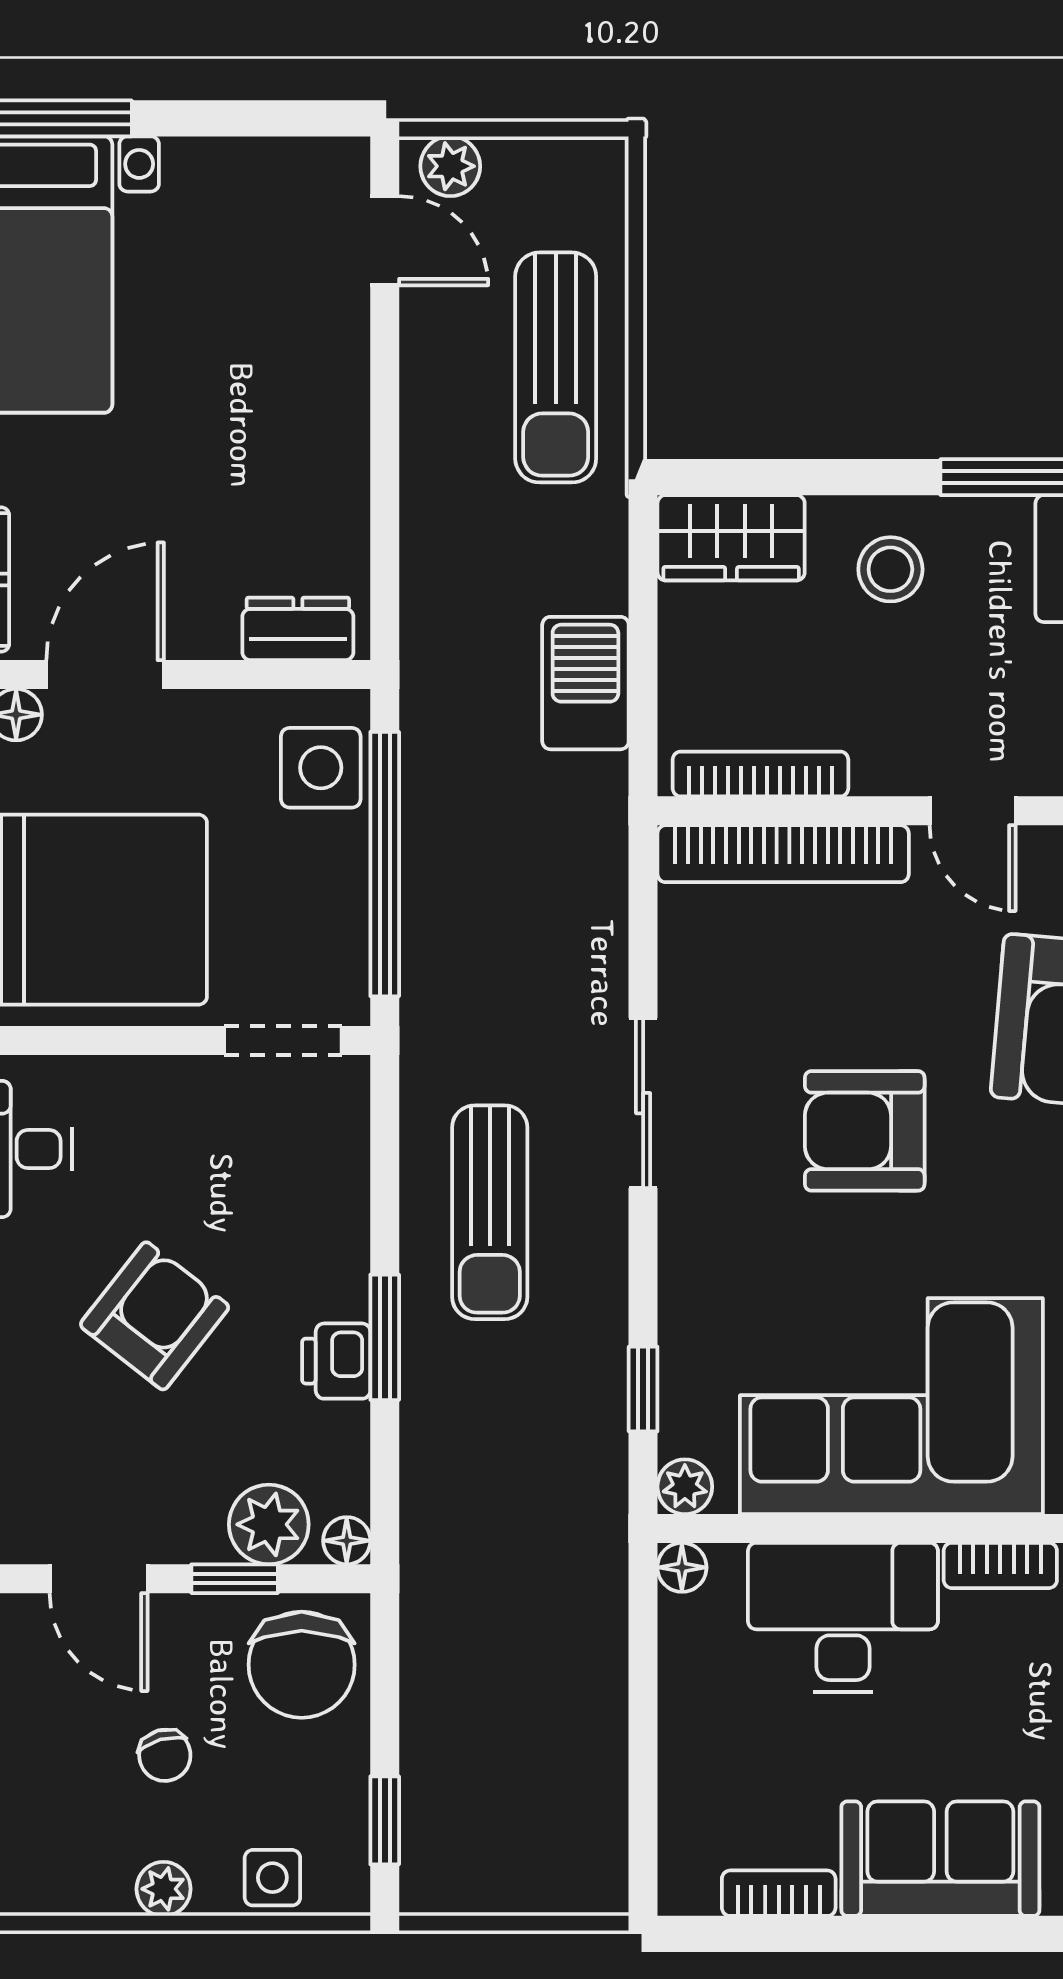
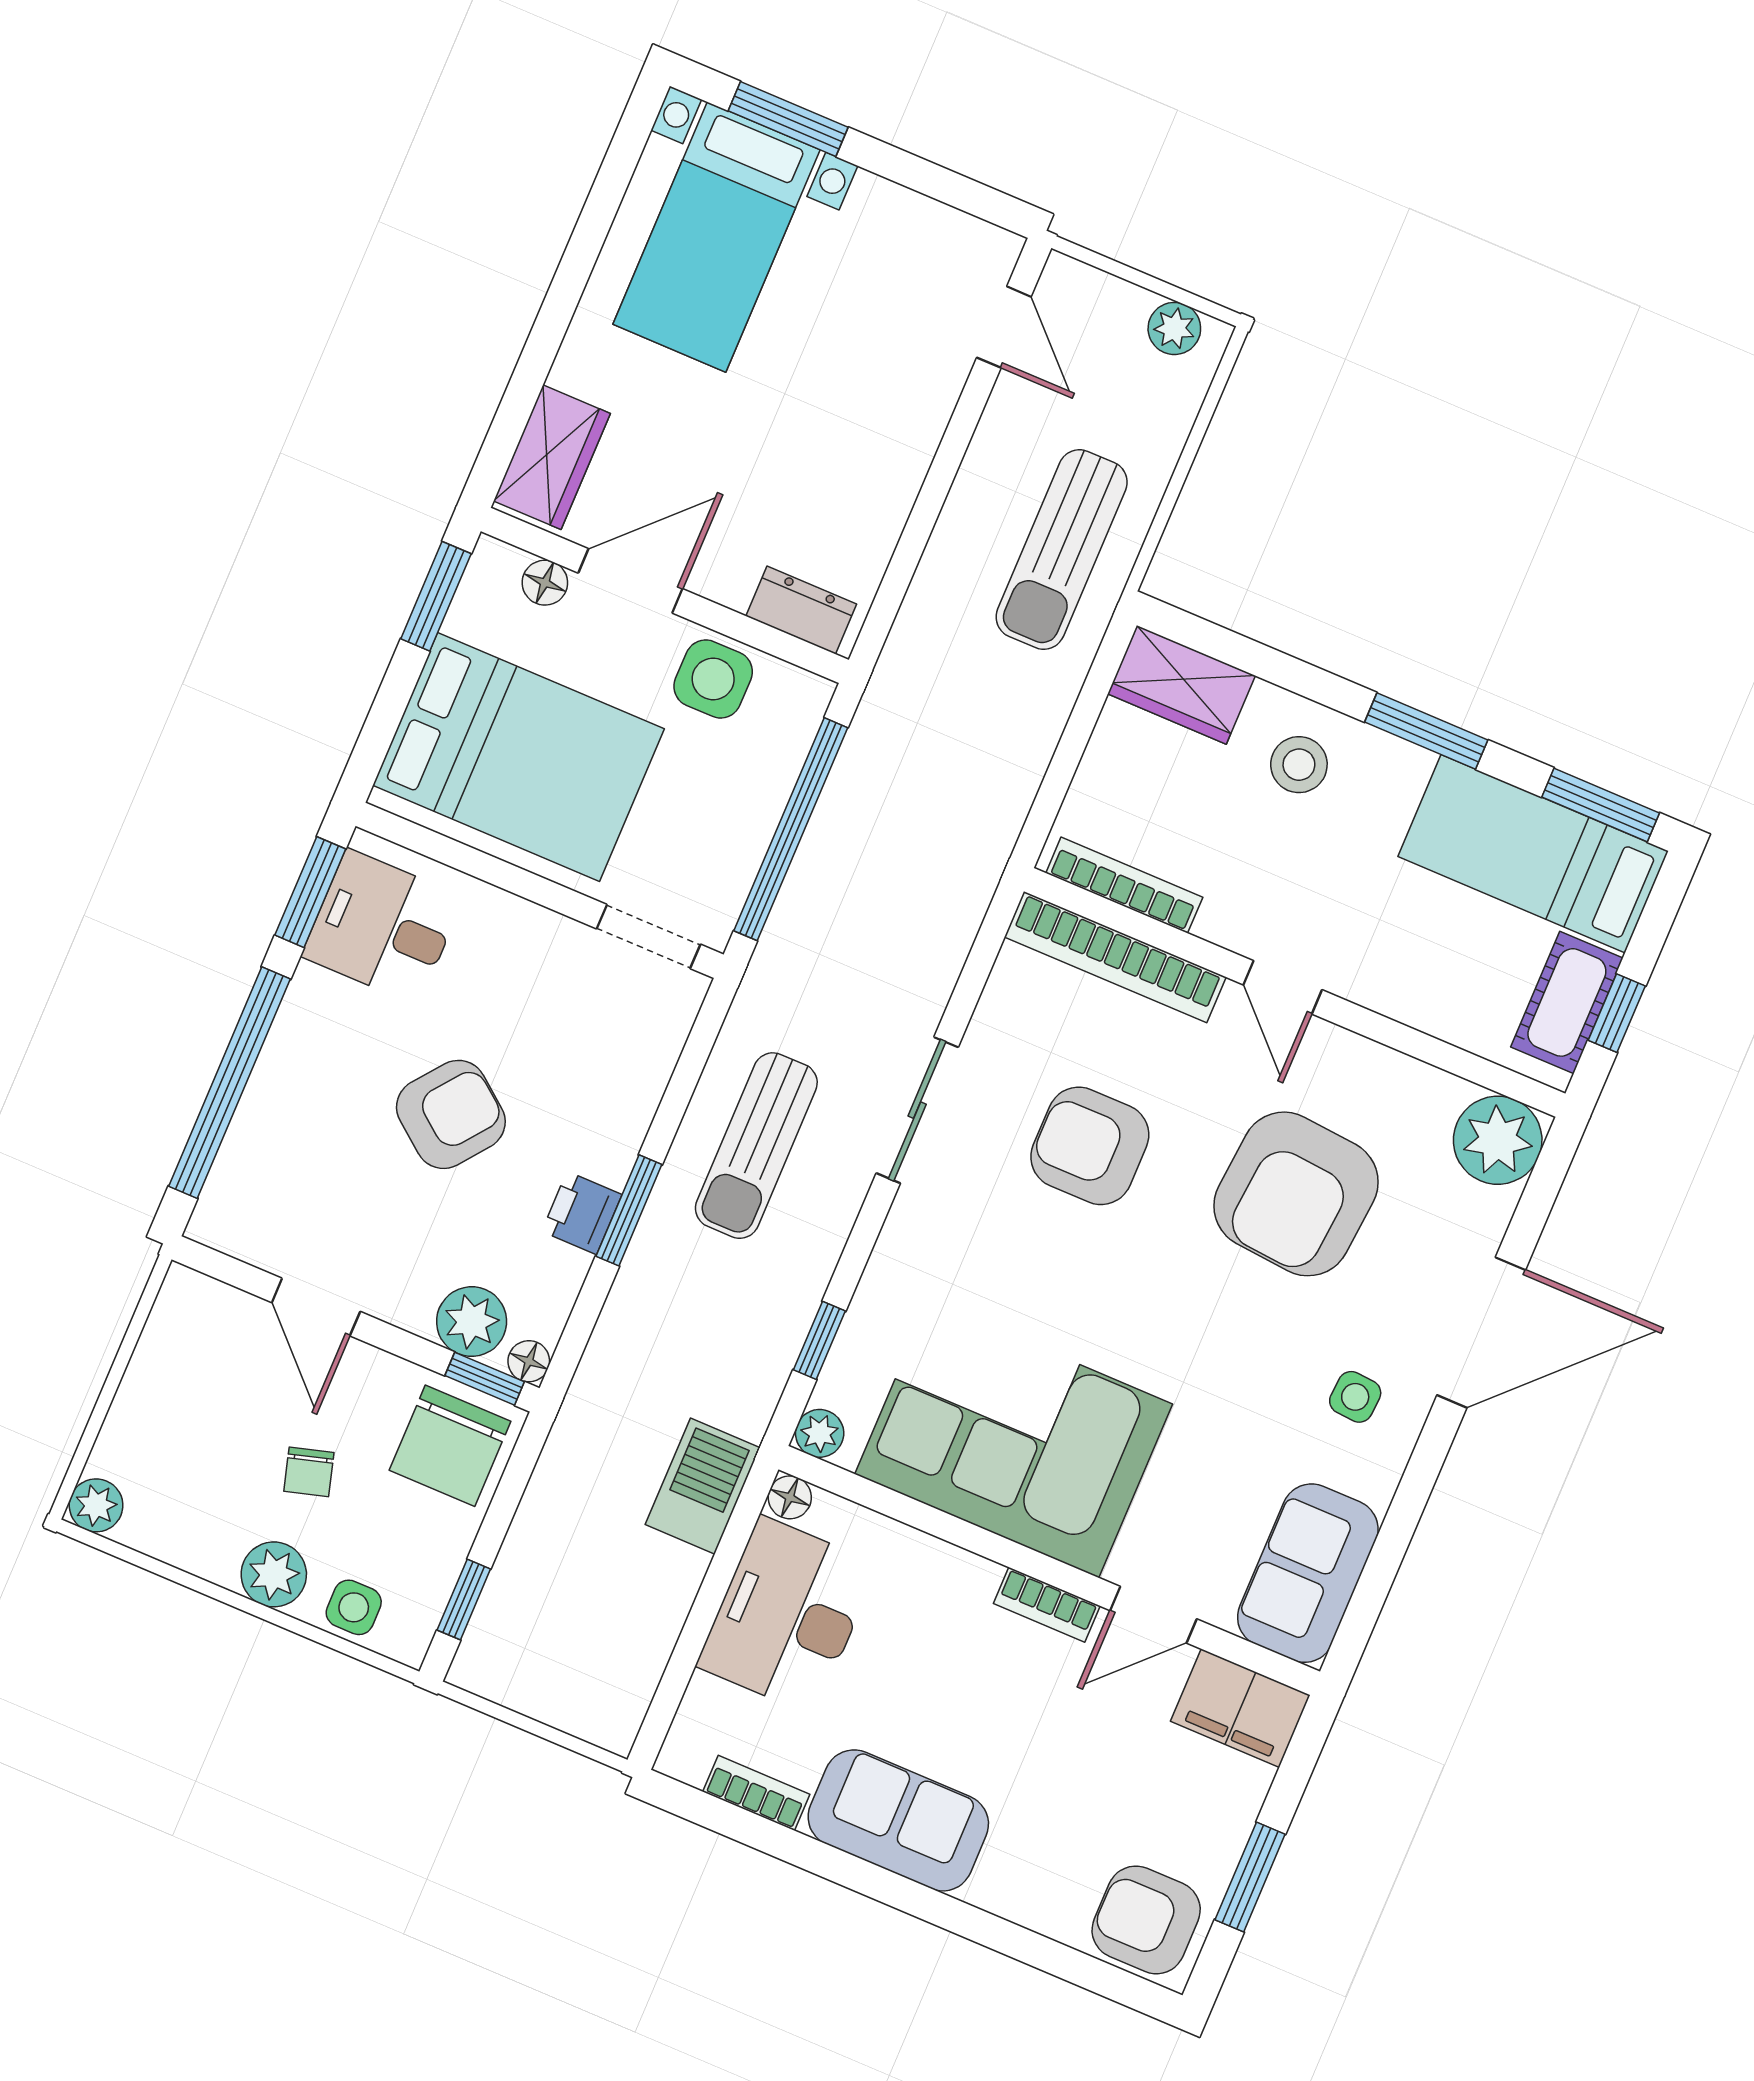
plant: (450, 166) -> (1174, 328), moved
sun lounger: (556, 367) -> (1062, 550), moved
barbecue: (585, 683) -> (703, 1486), moved
side table: (321, 768) -> (713, 679), moved
armchair: (865, 1131) -> (1090, 1146), moved
window: (235, 1579) -> (485, 1379), moved
desk: (843, 1617) -> (787, 1615), moved, turned -90
plant: (164, 1889) -> (274, 1574), width x1.38, depth x1.38

